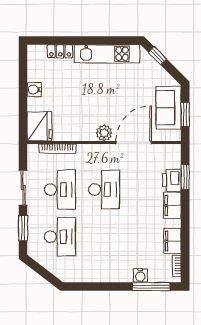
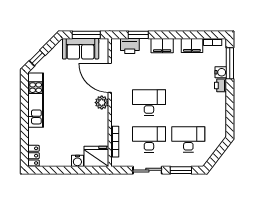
locker: (60, 51) -> (34, 156), moved
water cooler: (34, 90) -> (77, 161), moved
window: (185, 114) -> (86, 35), width x1.44
printer: (172, 180) -> (130, 46), moved
printer: (125, 275) -> (220, 85), added

